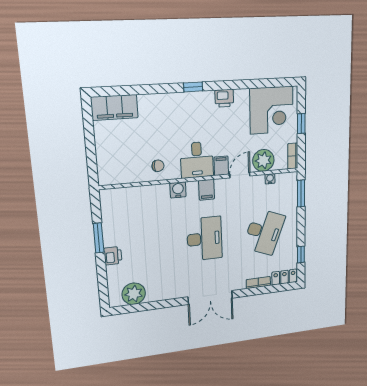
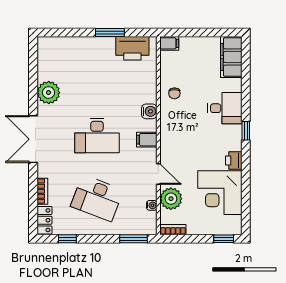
corner desk: (272, 110) -> (220, 193), moved
window: (301, 124) -> (224, 239), moved
desk: (197, 160) -> (225, 108), moved, turned 180
filing cabinet: (221, 166) -> (169, 43), moved
printer: (113, 256) -> (132, 48), moved, width x1.87, depth x1.48
plant: (134, 294) -> (49, 93), moved

